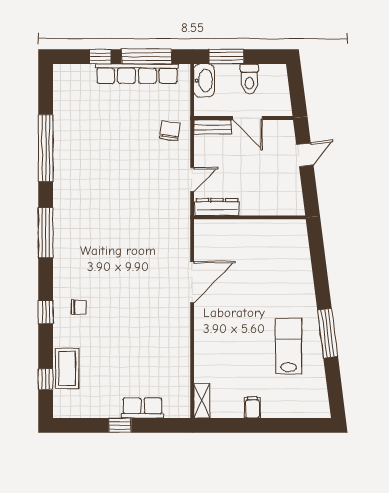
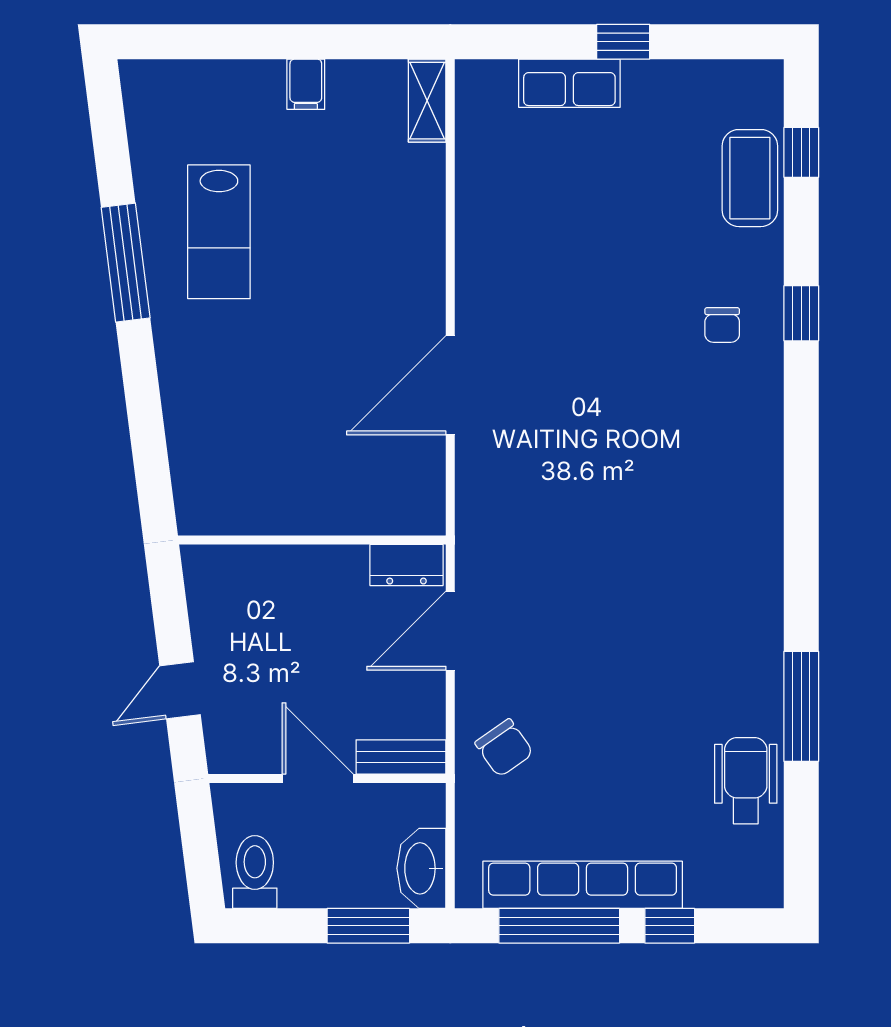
toilet: (249, 79) -> (255, 872), moved
wheelchair: (69, 117) -> (746, 781), added
chair: (170, 131) -> (504, 748), turned -43
window: (46, 148) -> (801, 706), width x0.68
door: (192, 180) -> (450, 631), width x1.38
dresser: (217, 207) -> (407, 565), width x0.70
window: (46, 233) -> (801, 503), removed
chair: (79, 307) -> (722, 325), turned -90

